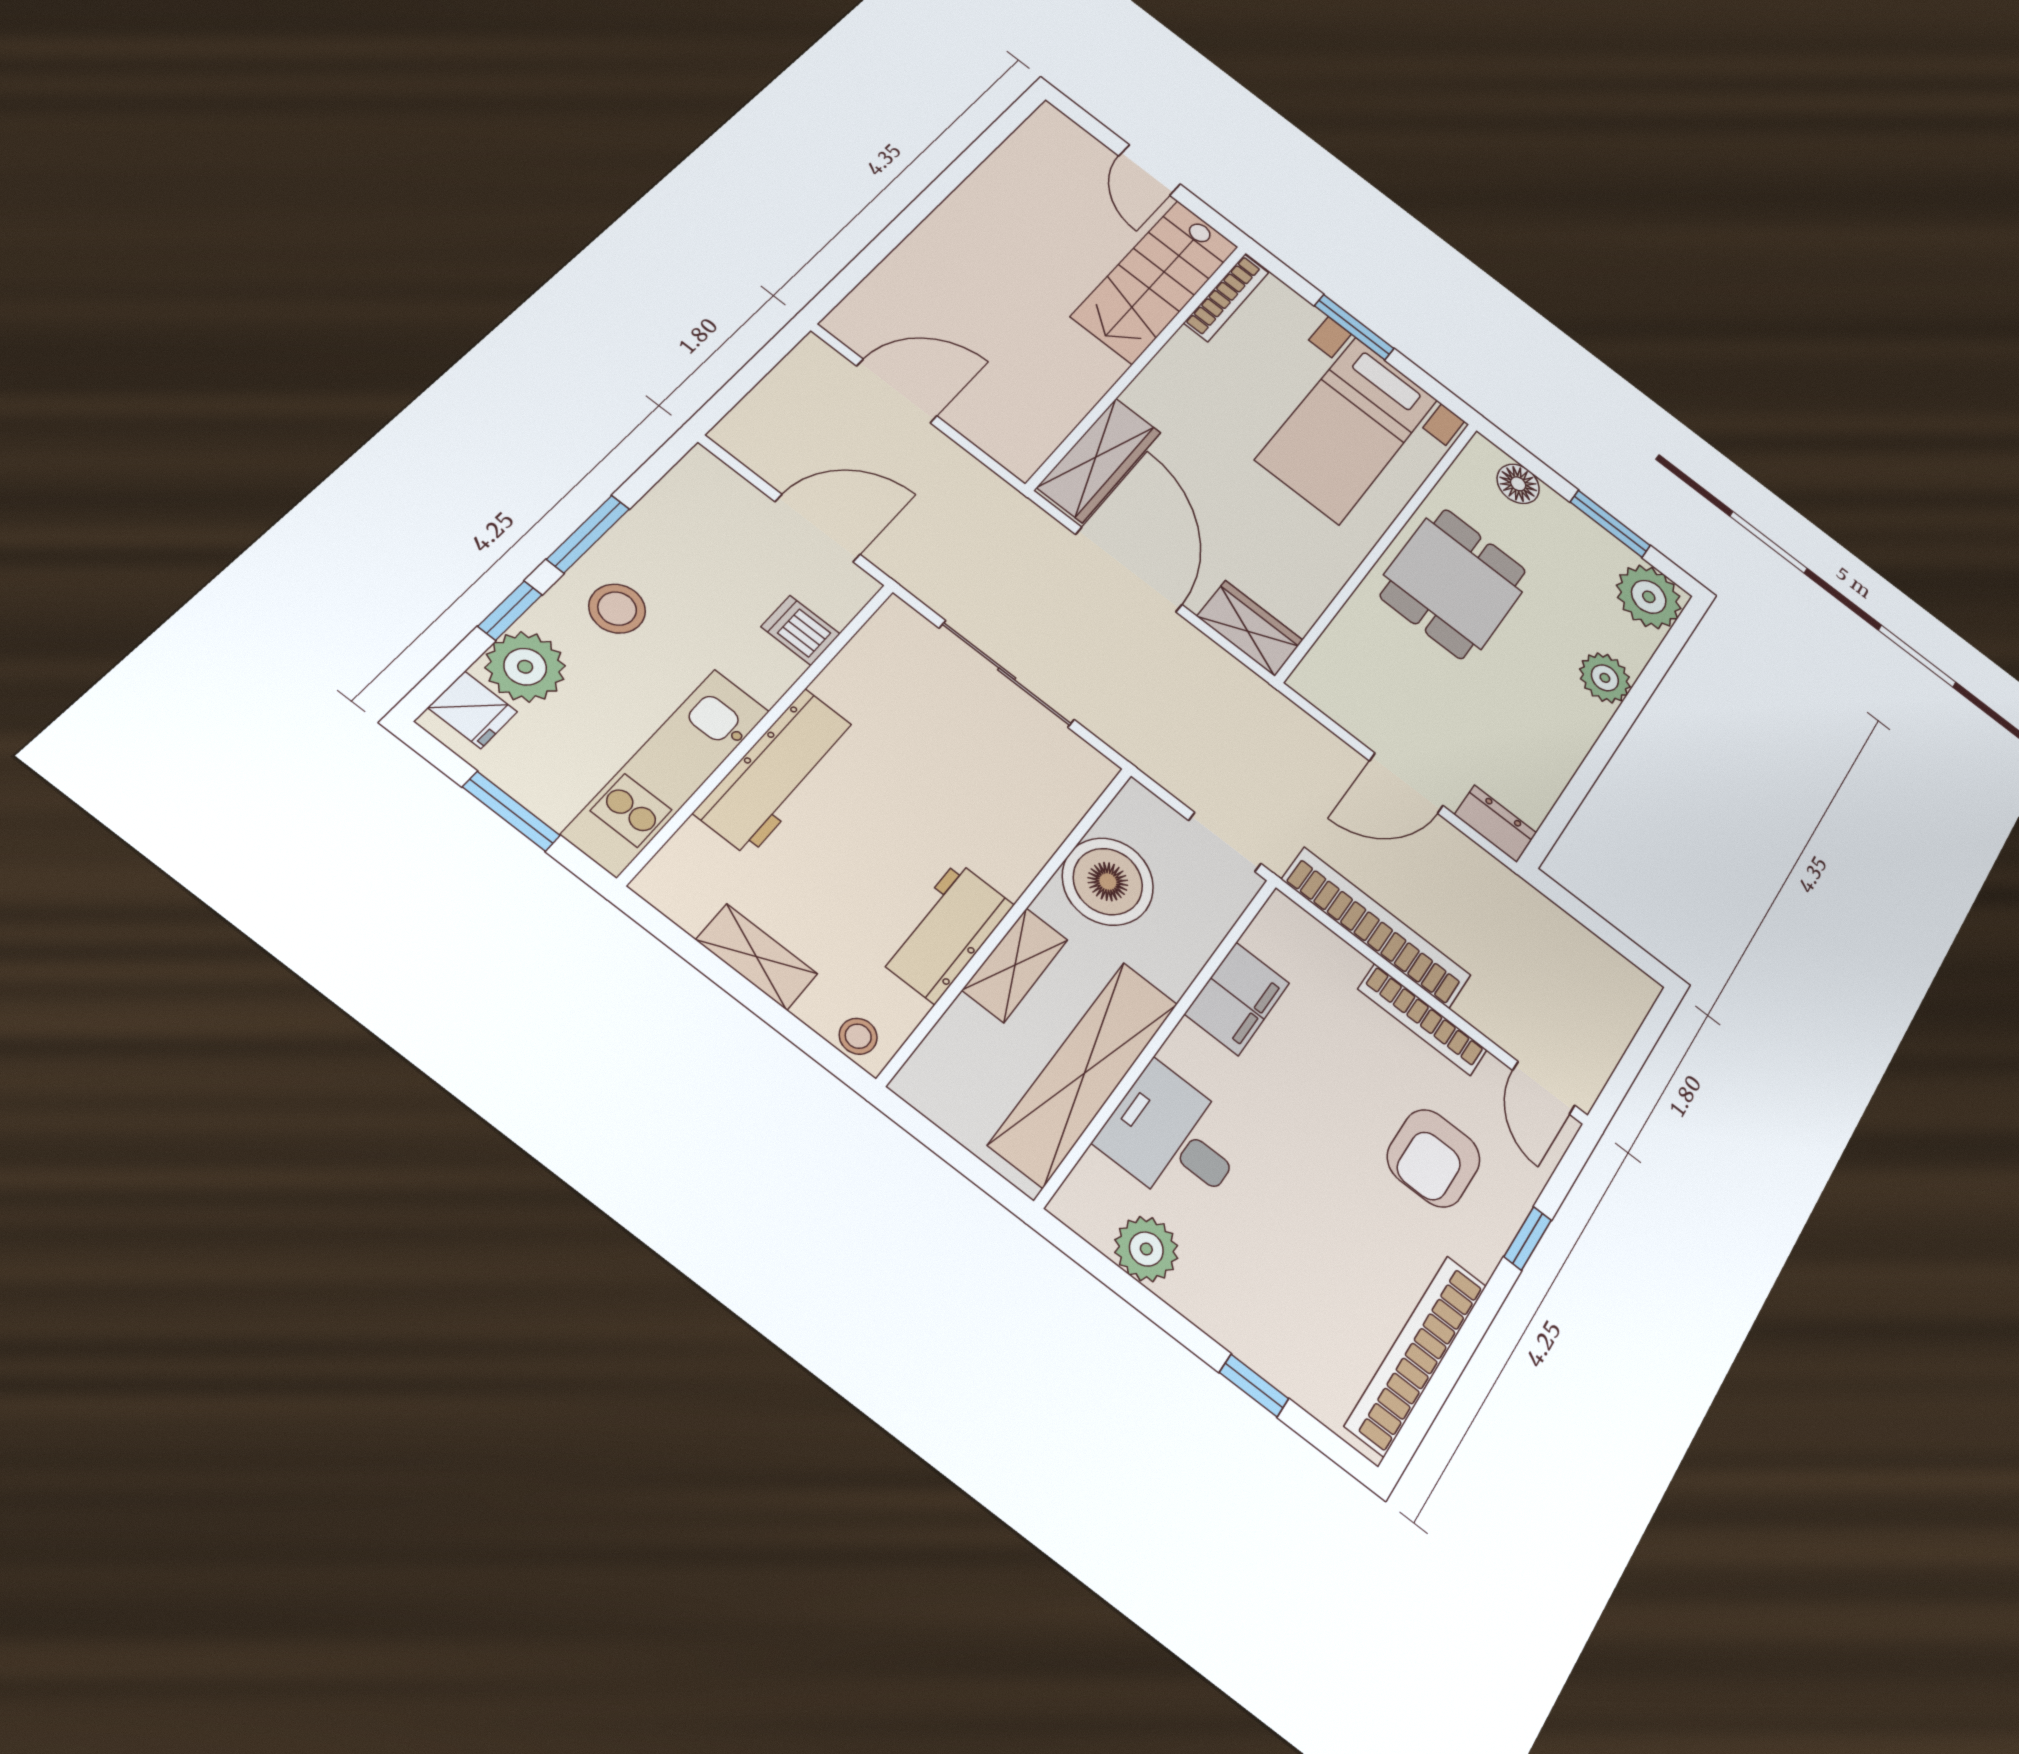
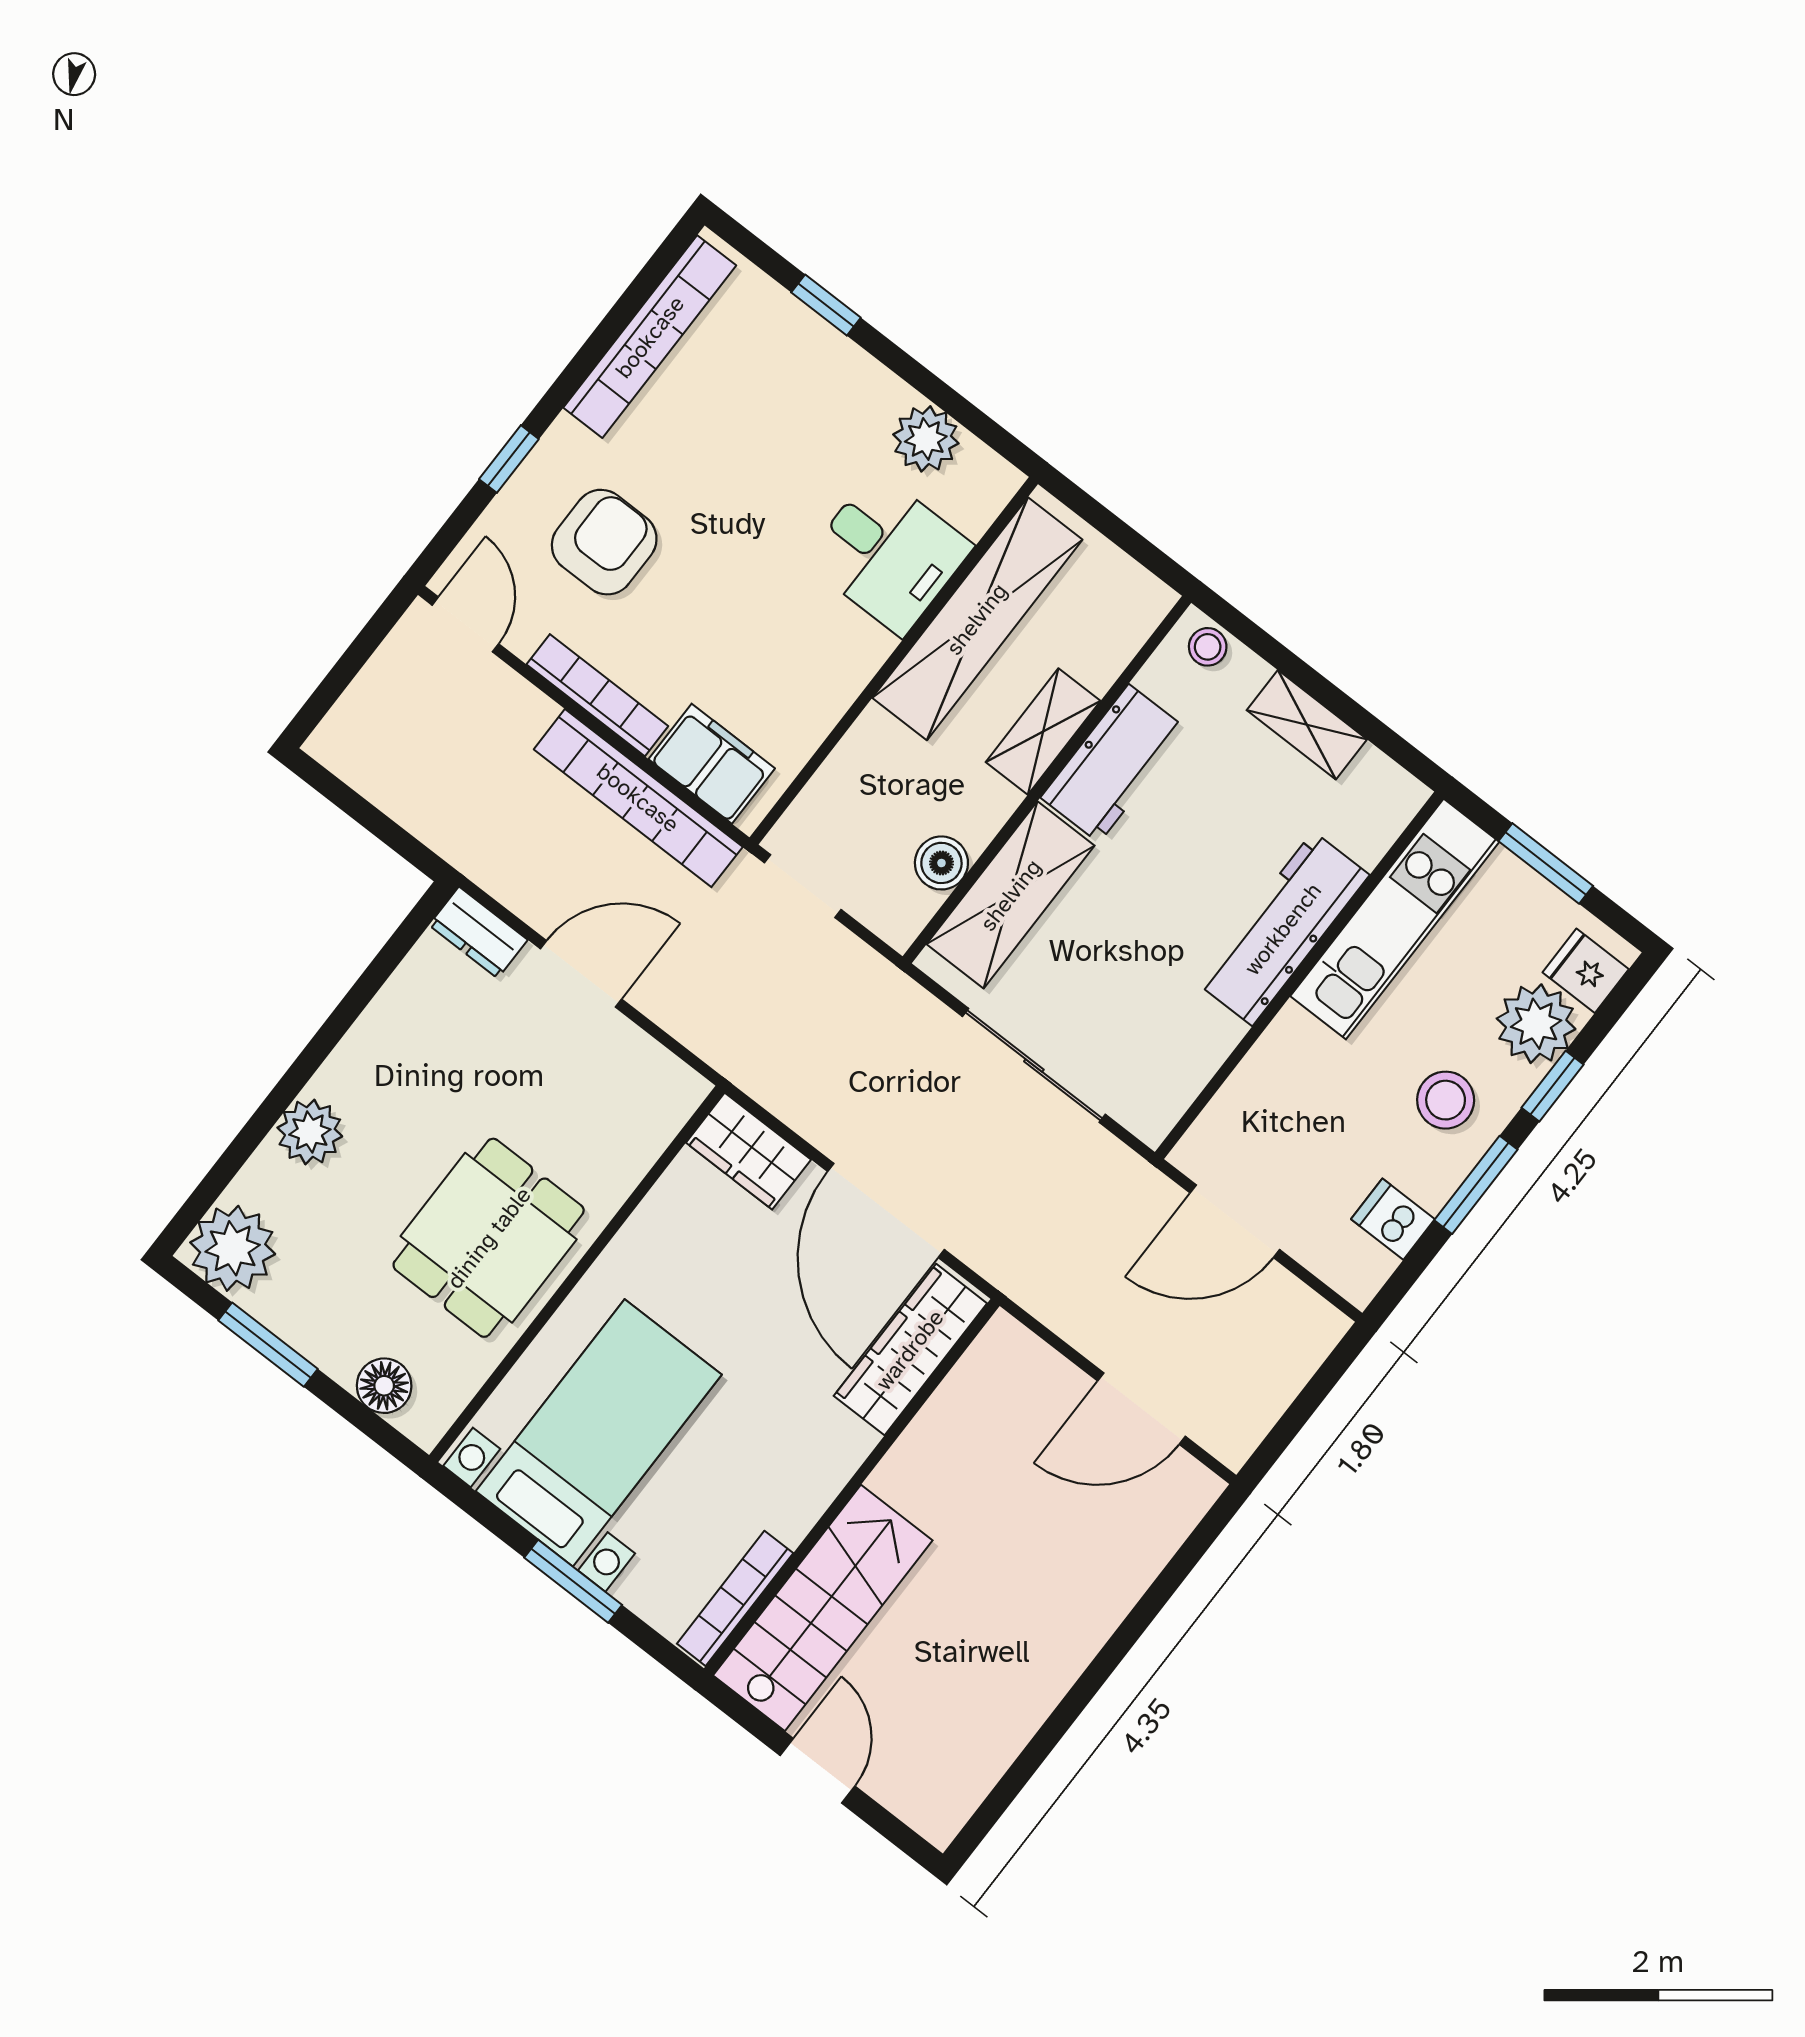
dishwasher: (801, 630) -> (1393, 1219), moved, turned 180
shelving: (1037, 821) -> (1011, 895), added
boiler: (1108, 882) -> (941, 863), width x0.54, depth x0.54
filing cabinet: (1237, 998) -> (712, 764), moved, turned 90

